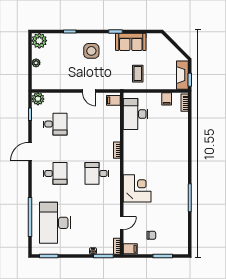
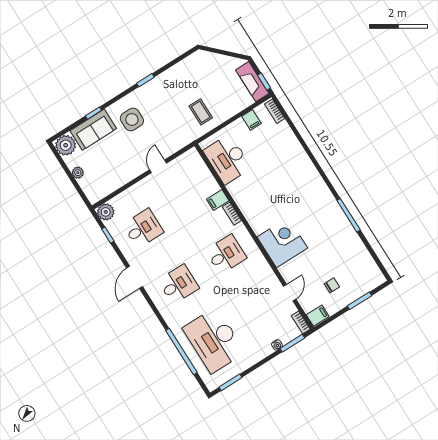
sofa: (131, 42) -> (93, 130), moved
door: (89, 91) -> (158, 166), swing flipped
filing cabinet: (113, 100) -> (218, 200), moved
desk: (97, 173) -> (226, 254), turned 180

